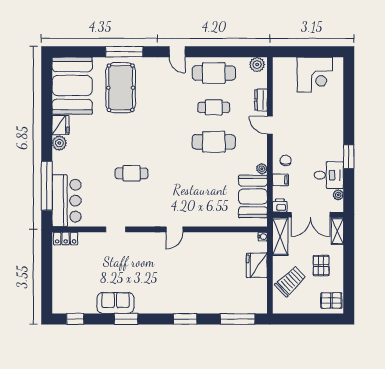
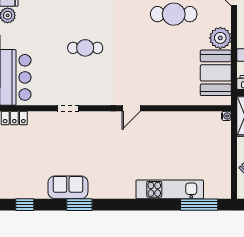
plant: (262, 169) -> (220, 38), width x1.87, depth x1.87
fridge: (257, 265) -> (220, 147), removed
kitchen unit: (210, 305) -> (170, 189), added
window: (185, 319) -> (143, 205), removed

